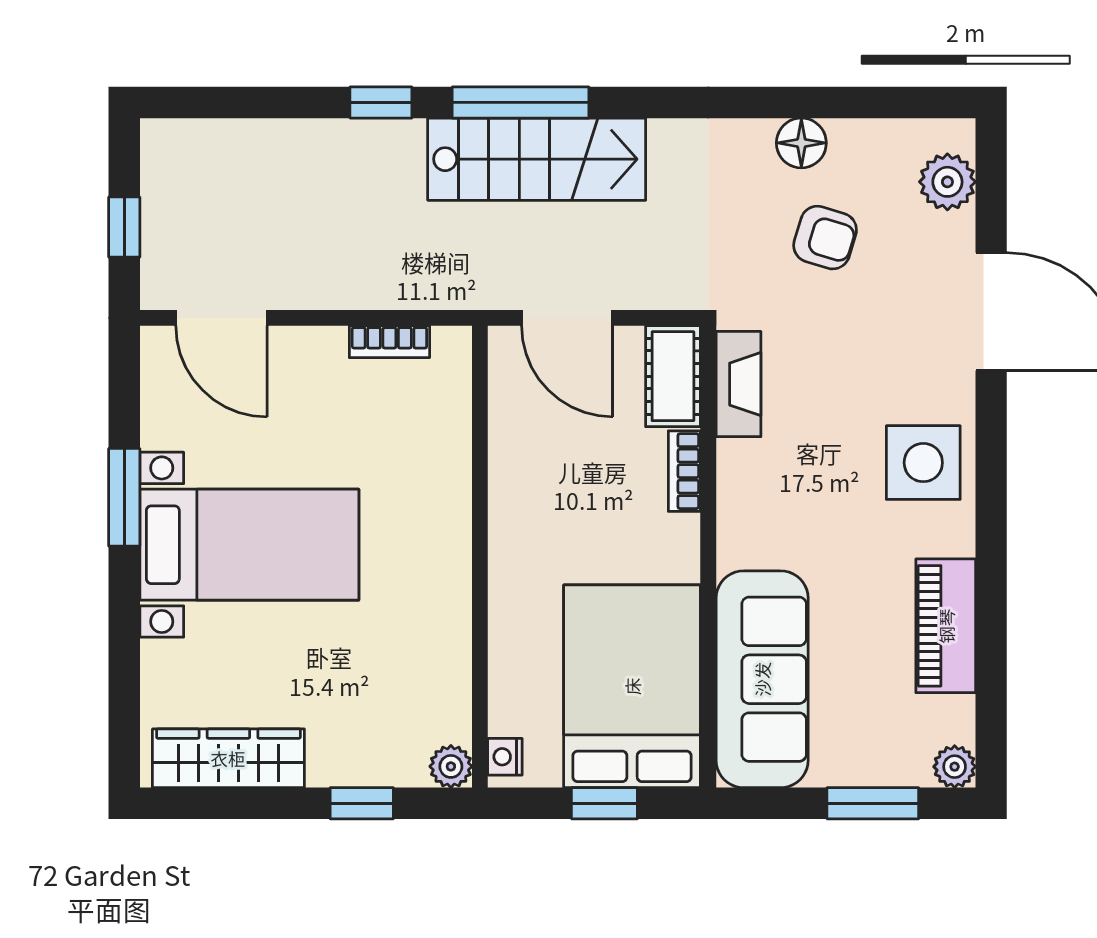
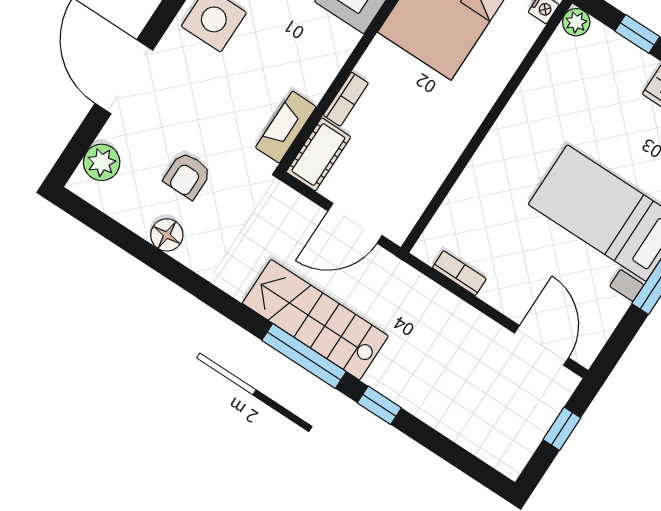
armchair: (825, 238) -> (187, 176), turned -107
door: (567, 318) -> (355, 223), swing flipped

